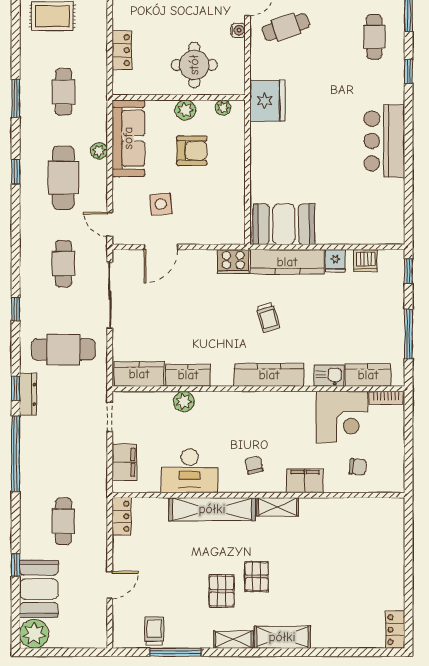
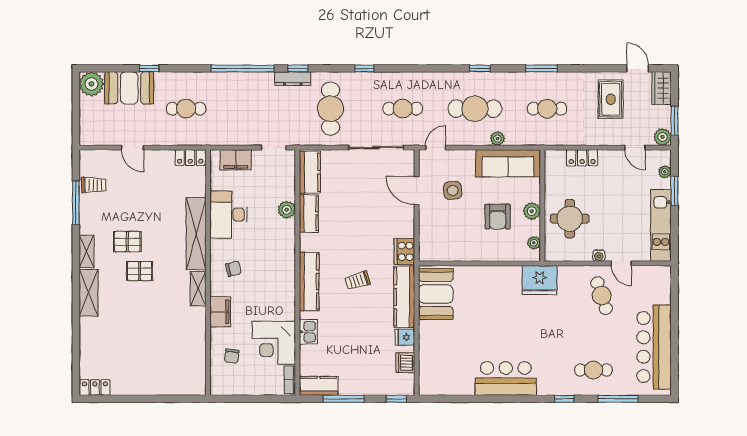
kitchen counter: (368, 375) -> (319, 386), moved, turned -90

